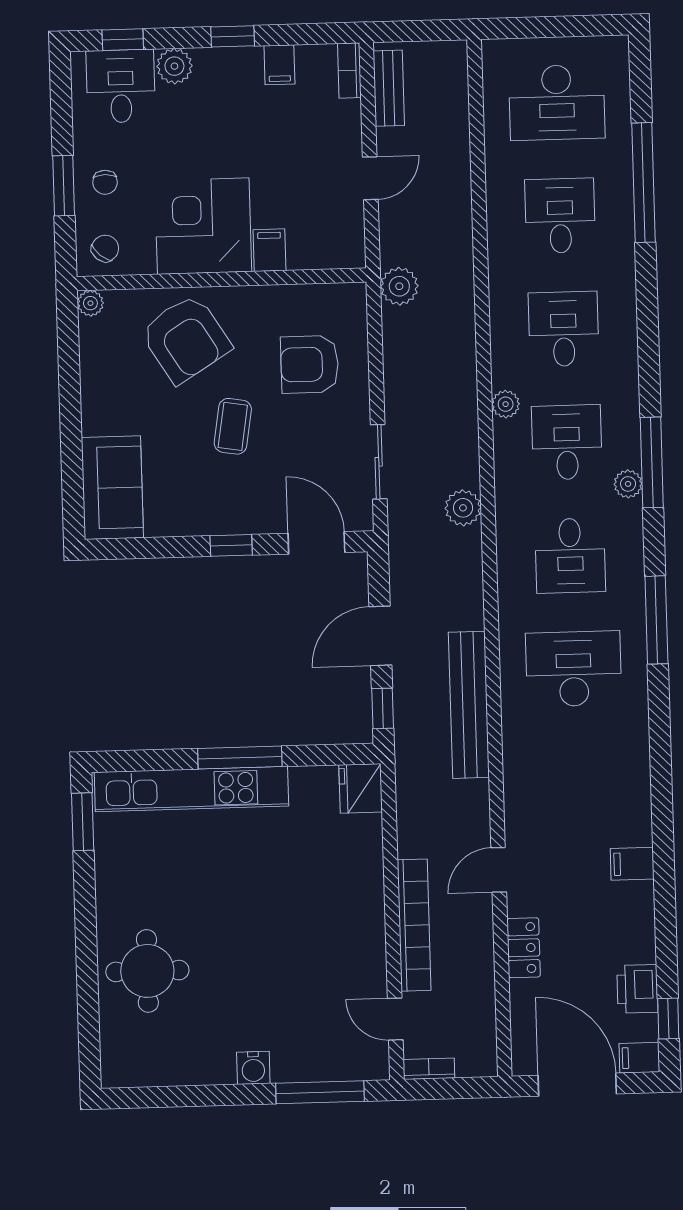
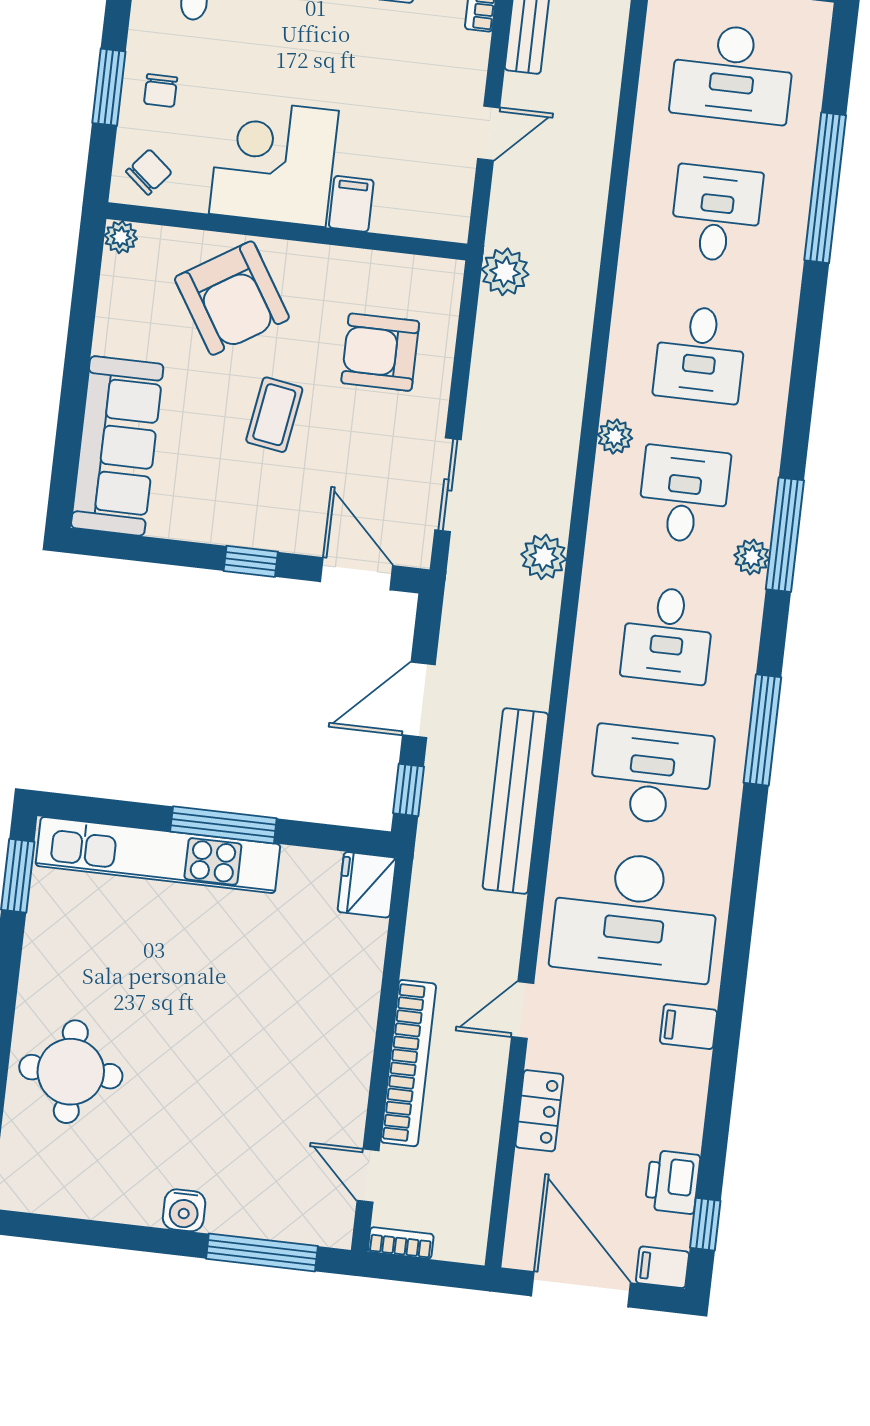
desk: (564, 329) -> (700, 354), turned 180
sofa: (112, 488) -> (117, 446), width x1.36
desk: (577, 782) -> (635, 916), added

